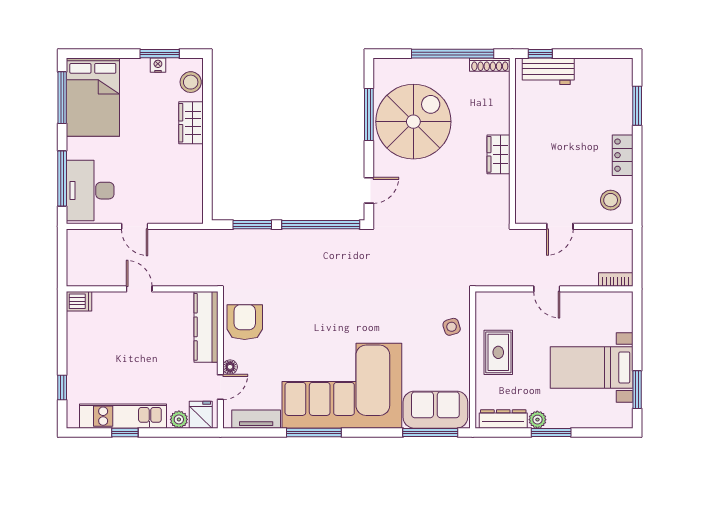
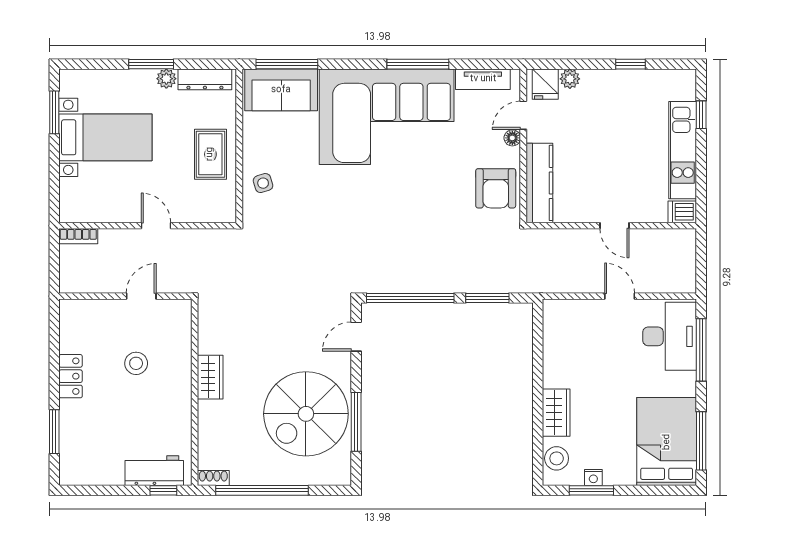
shoe rack: (490, 65) -> (213, 478), width x0.70
stool: (611, 200) -> (136, 363), moved
kitchen unit: (123, 416) -> (683, 150), moved, turned 90

